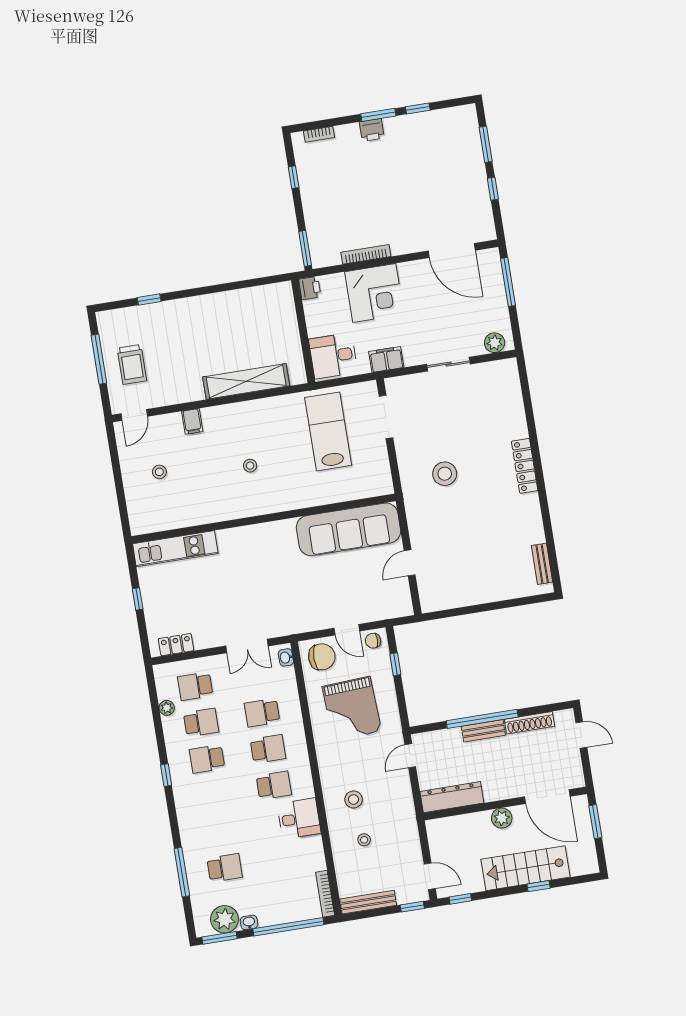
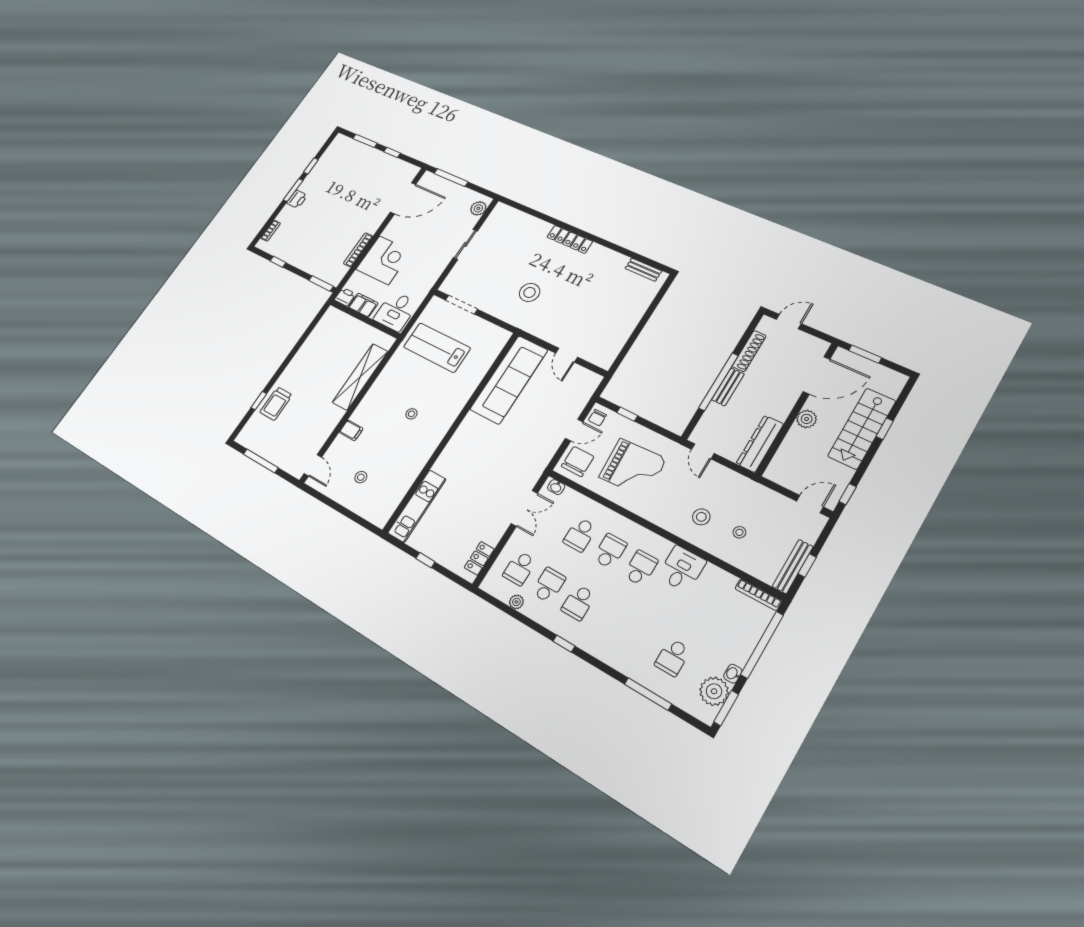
filing cabinet: (386, 359) -> (363, 305), moved, turned 90
trolley: (132, 364) -> (276, 404), moved, turned 90
school desk: (225, 868) -> (673, 657), turned 180
window: (412, 907) -> (807, 566), moved

